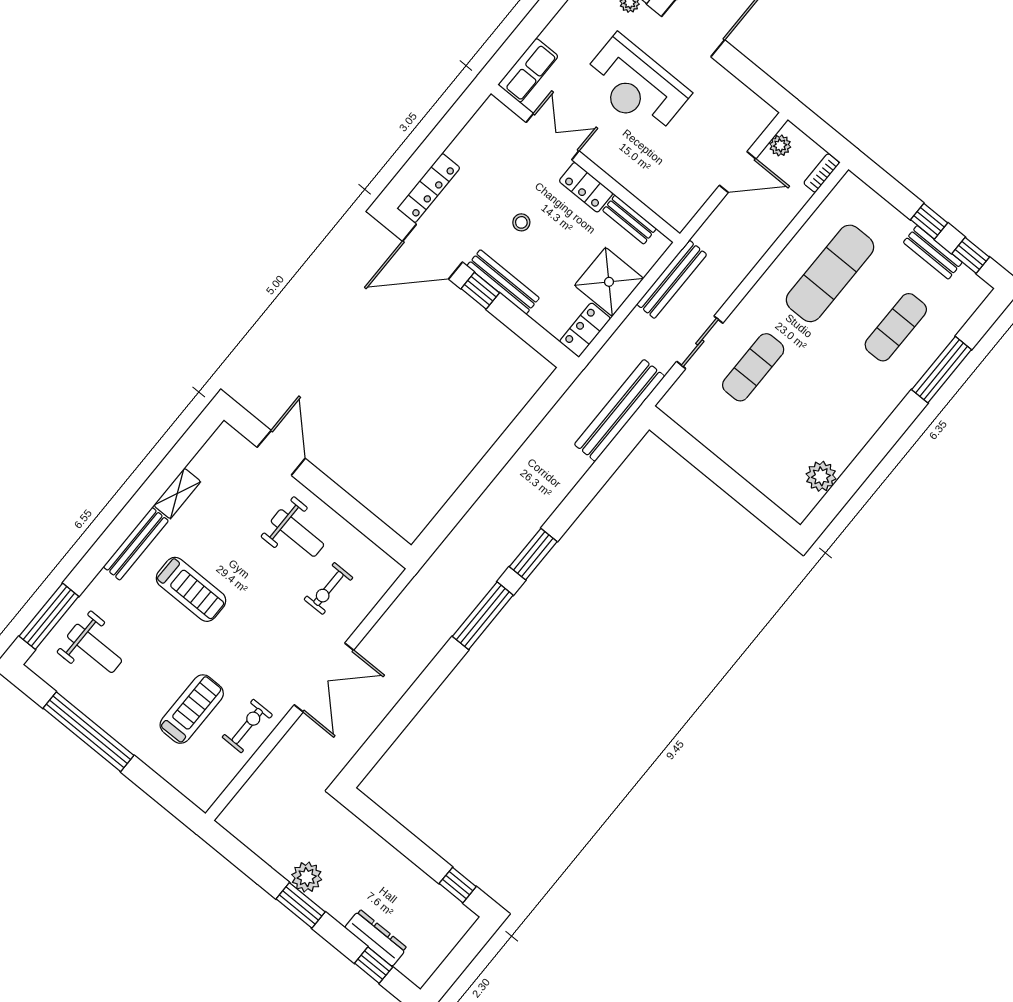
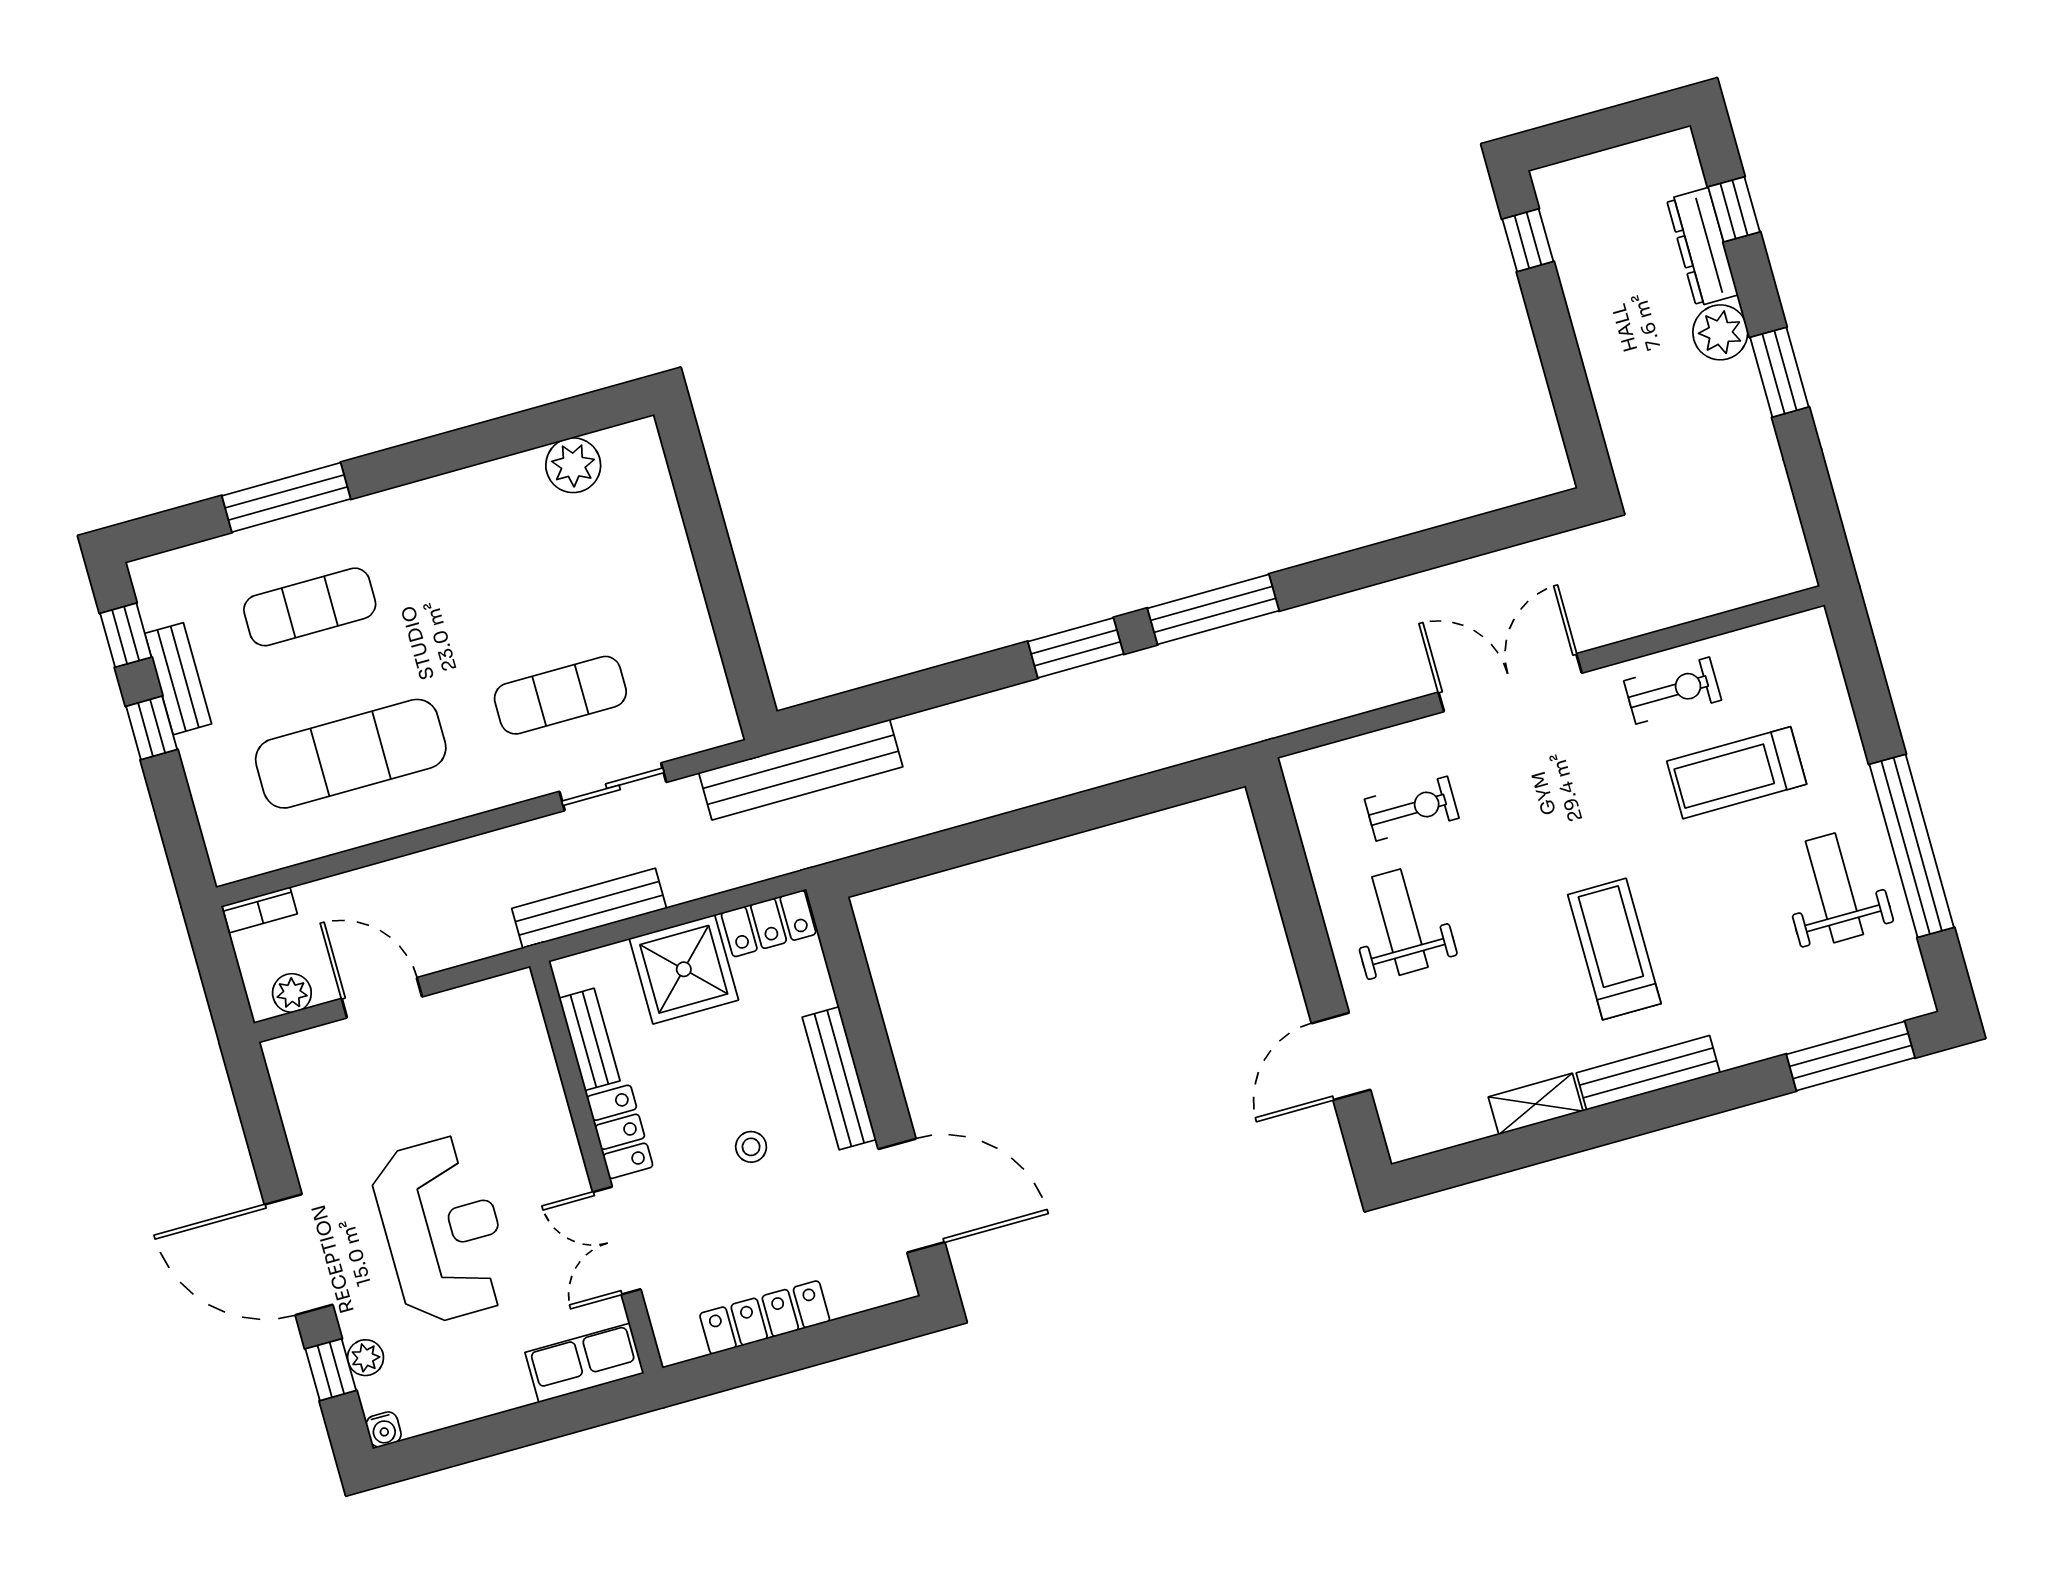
locker: (428, 188) -> (765, 1317), moved
window: (480, 291) -> (882, 1089), removed
weight bench: (95, 648) -> (1834, 888), moved
exercise bike: (247, 726) -> (1673, 691), turned 180
plant: (307, 877) -> (1720, 332), moved

